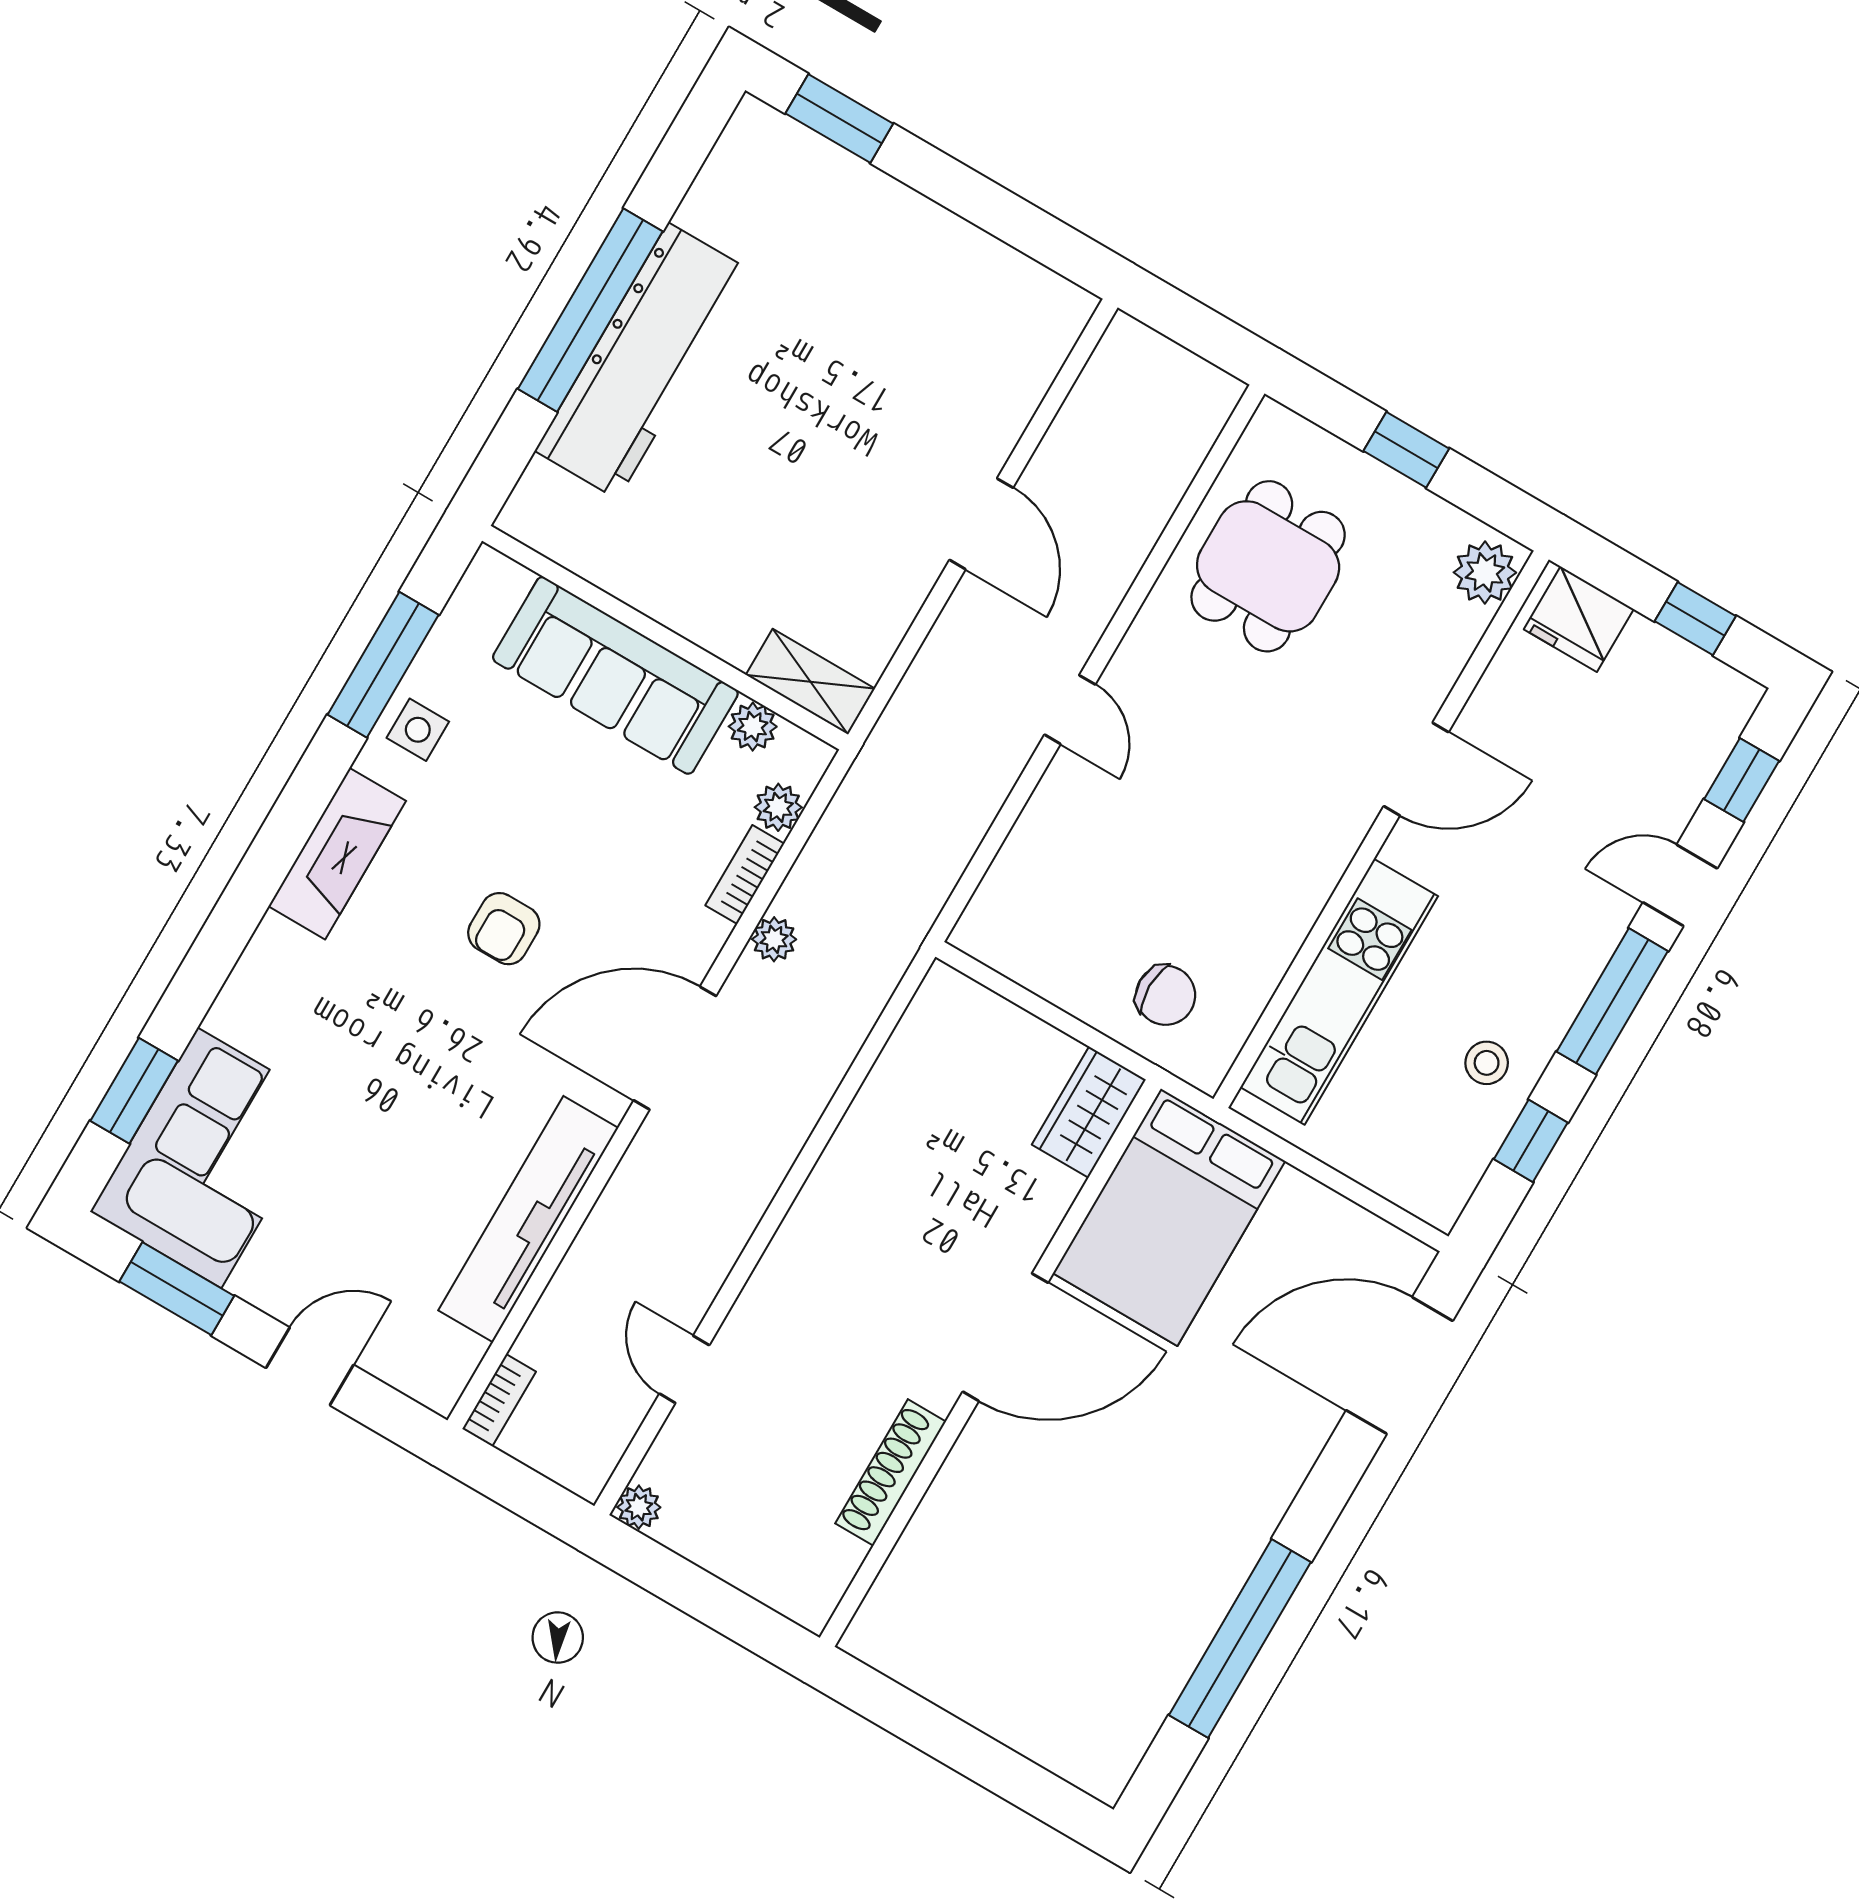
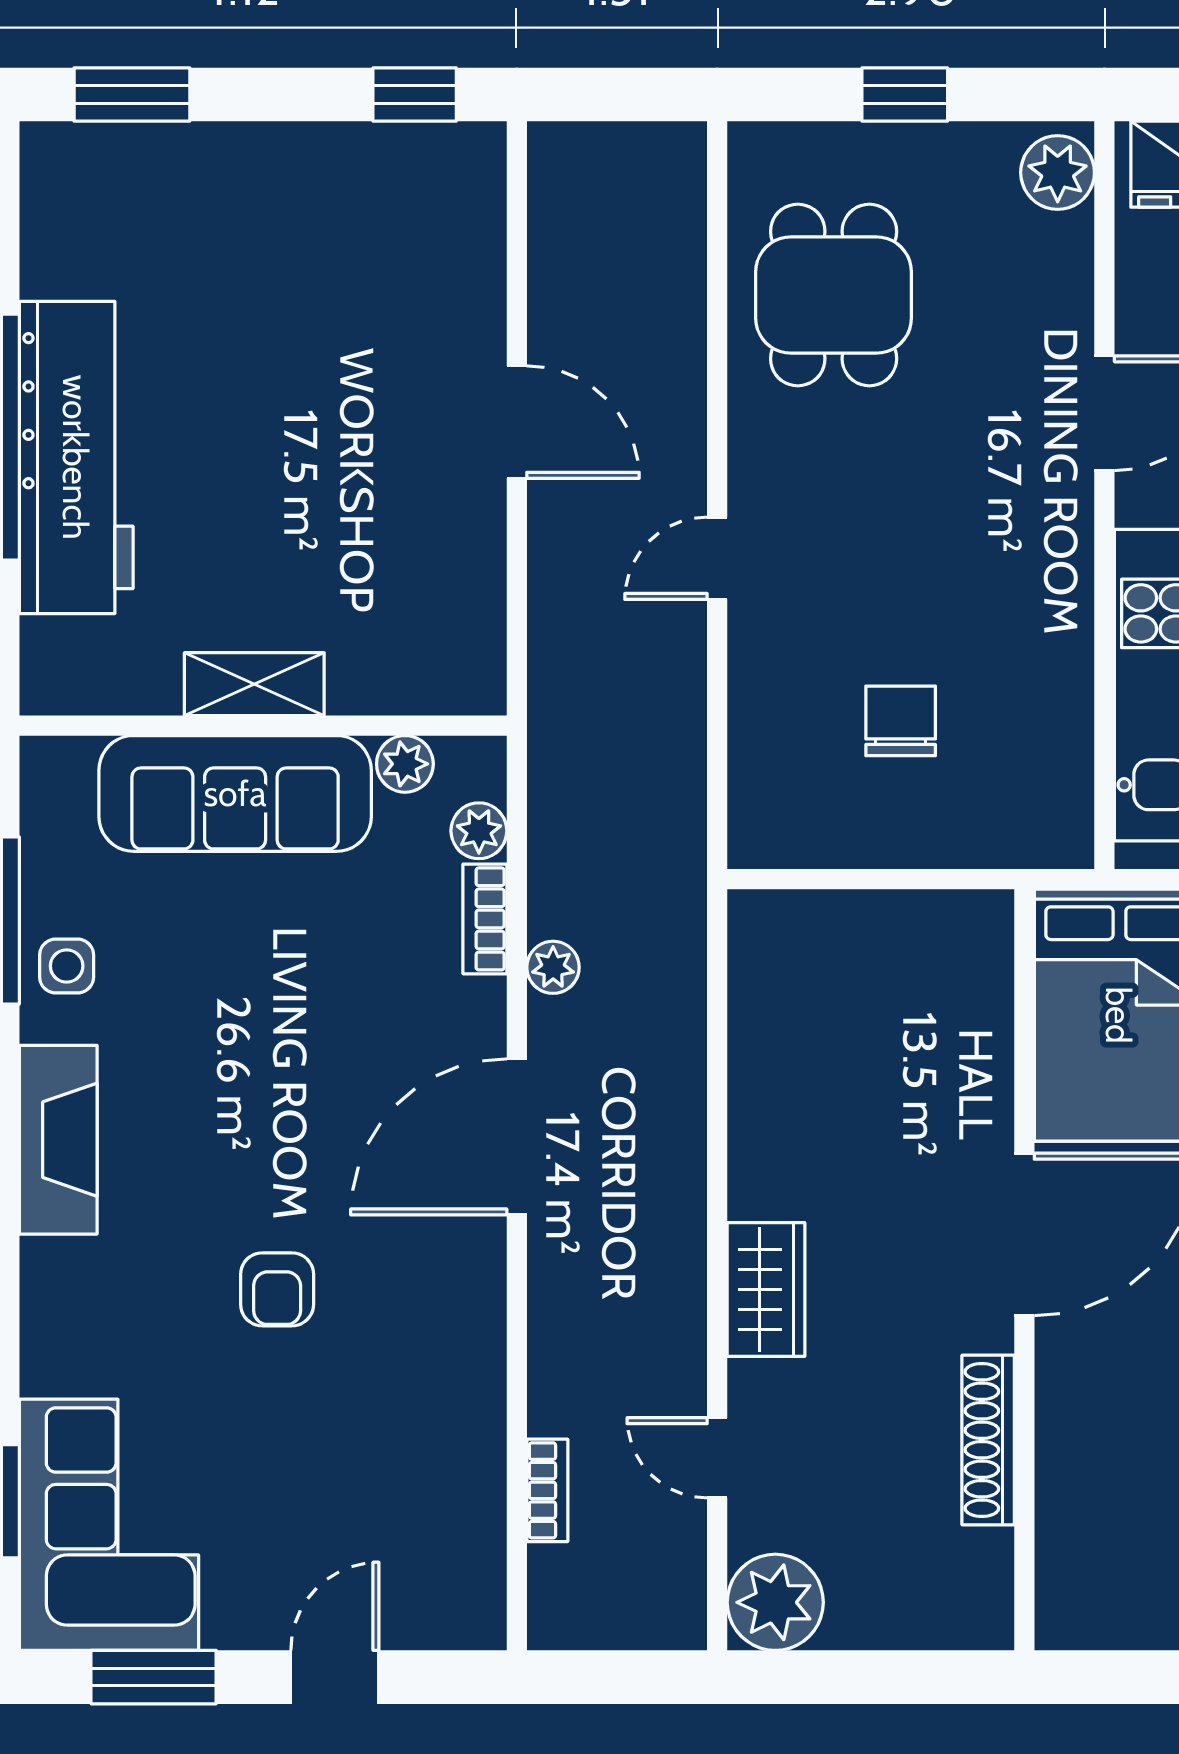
window: (1047, 240) -> (415, 94), added
shelving: (810, 682) -> (254, 684), moved
door: (1070, 710) -> (717, 558), swing flipped
armchair: (504, 929) -> (277, 1289), moved
chair: (1166, 995) -> (901, 721), moved, turned -90
wardrobe: (1089, 1112) -> (766, 1289), moved, turned 180
tv unit: (528, 1219) -> (469, 1398), removed
bookcase: (499, 1400) -> (547, 1490), moved
plant: (639, 1507) -> (775, 1602), width x1.88, depth x1.88

